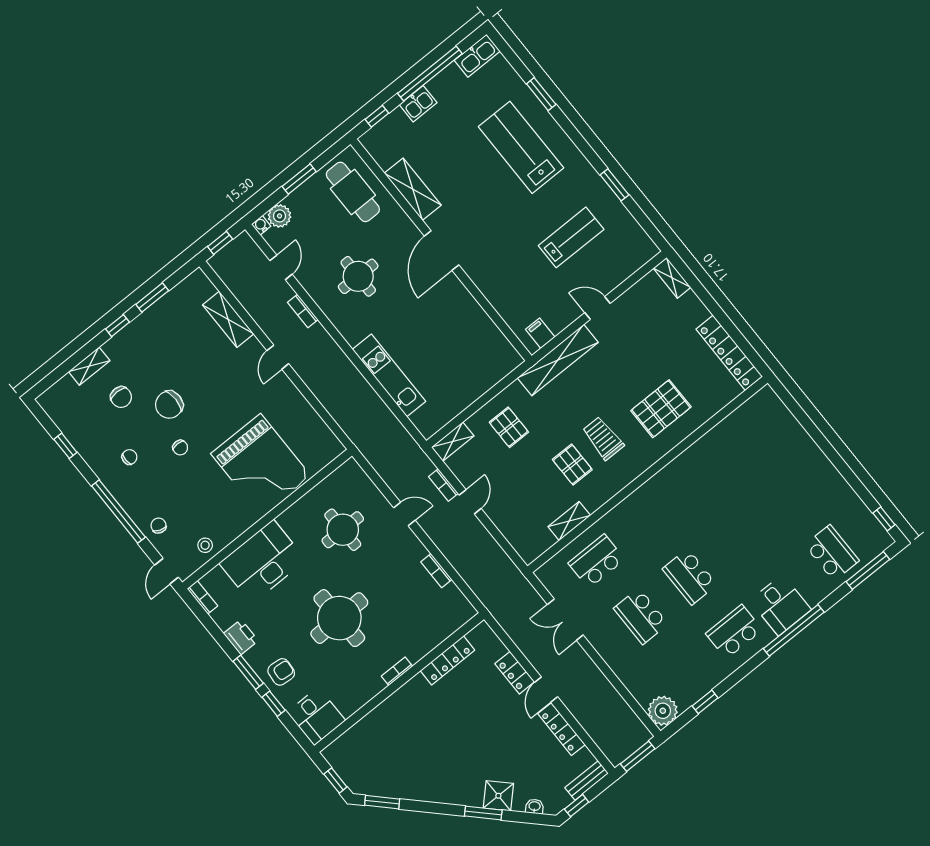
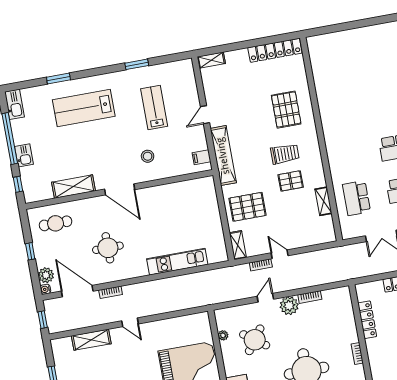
window: (299, 179) -> (30, 251), width x0.67
cafe table: (353, 192) -> (56, 223), width x0.73, depth x0.74
stool: (504, 263) -> (148, 156), added
door: (281, 267) -> (77, 291), width x1.88
pallet: (509, 427) -> (248, 207), width x1.50, depth x1.42
trolley: (603, 438) -> (285, 154), turned 180
plant: (326, 486) -> (223, 335), added
round table: (343, 530) -> (255, 340), turned 36
plant: (411, 550) -> (289, 306), added

